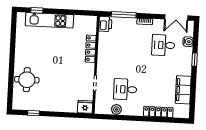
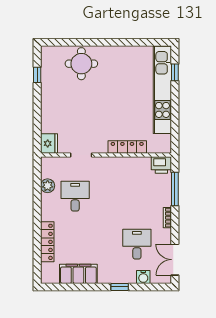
kitchen unit: (49, 20) -> (162, 90), width x1.36

